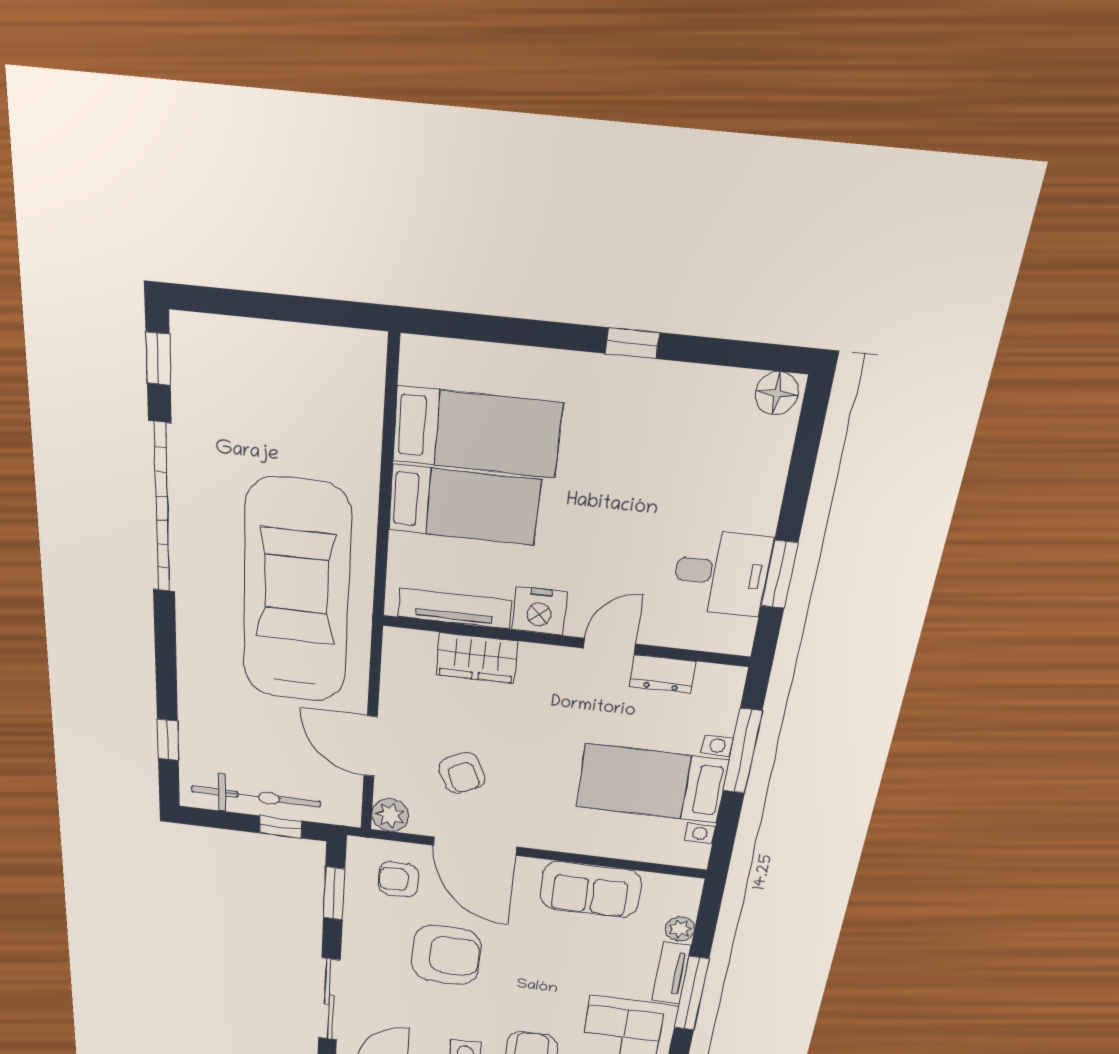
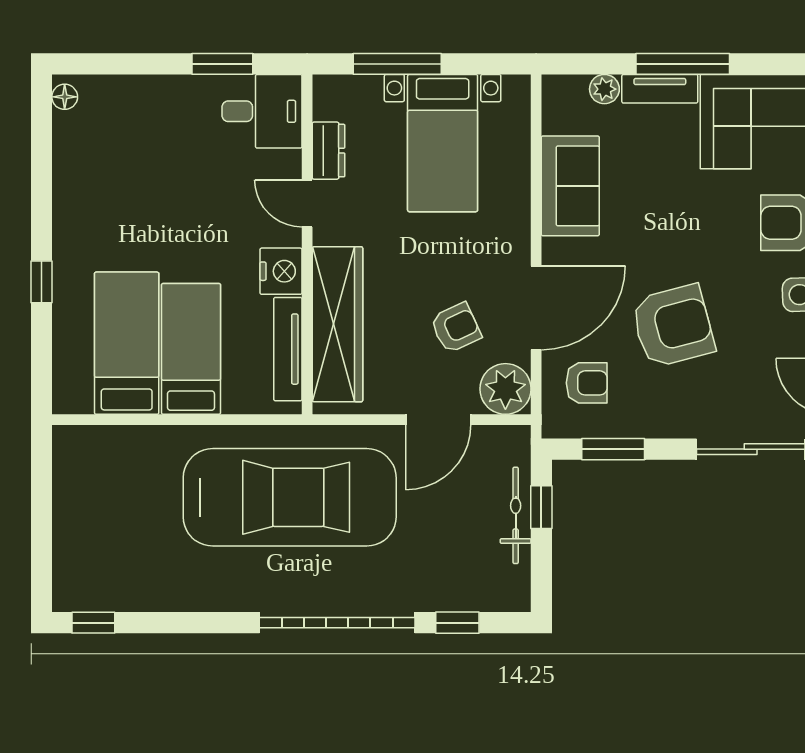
window: (632, 343) -> (42, 282), moved
floor lamp: (777, 393) -> (65, 97), width x0.73, depth x0.73
garage door: (162, 509) -> (337, 623), moved
desk: (722, 573) -> (262, 111), moved, turned 90
car: (296, 593) -> (290, 497), turned 180
wardrobe: (477, 658) -> (337, 324), width x2.10, depth x1.17
bicycle: (256, 797) -> (516, 515), width x0.73, depth x0.71
plant: (390, 815) -> (505, 389), width x1.36, depth x1.36
armchair: (398, 880) -> (587, 383), turned -90
armchair: (446, 955) -> (673, 326), turned 75

